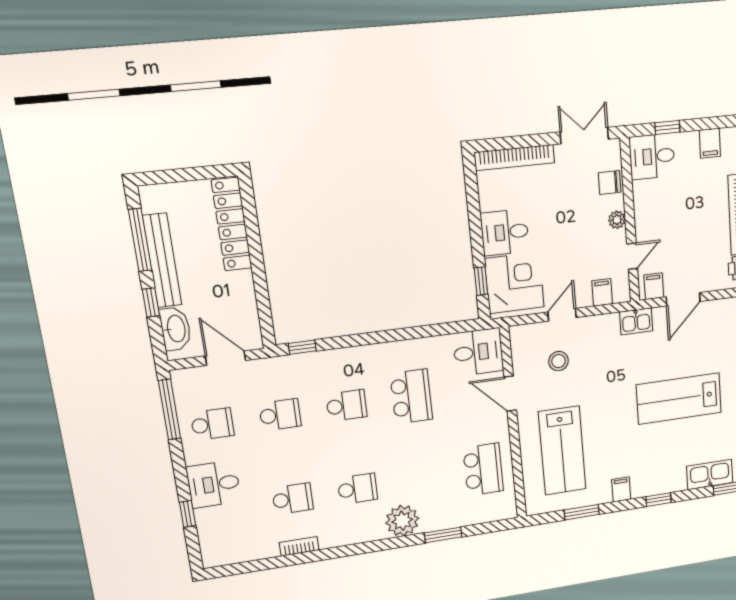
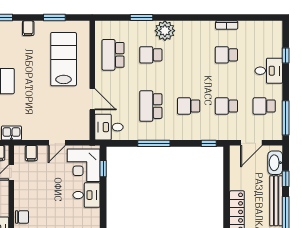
plant: (617, 220) -> (19, 195), removed
window: (399, 335) -> (154, 143), added
door: (226, 358) -> (251, 143), hinge flipped
stool: (559, 361) -> (61, 115), removed
school desk: (357, 489) -> (151, 55), moved

